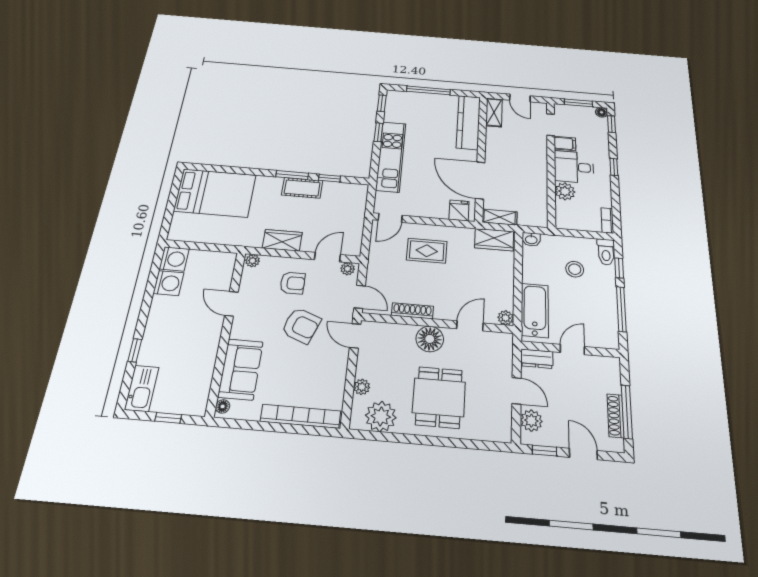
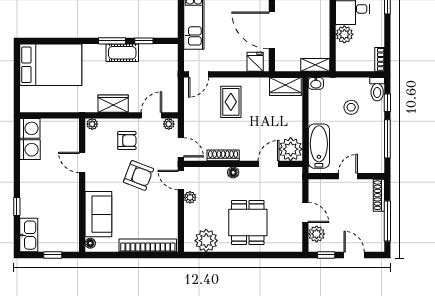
shelving: (500, 217) -> (315, 65), moved
rug: (427, 251) -> (231, 102), turned 90
plant: (506, 318) -> (291, 149), width x1.88, depth x1.88
floor lamp: (430, 339) -> (233, 172), width x0.53, depth x0.53
dresser: (537, 359) -> (321, 186), removed
plant: (362, 387) -> (190, 197), moved
shoe rack: (616, 416) -> (379, 195), moved

